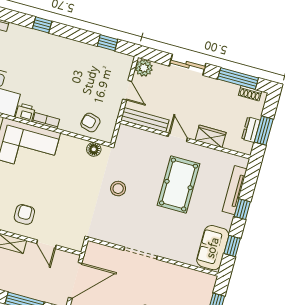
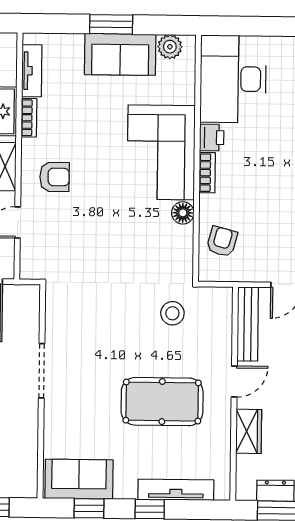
floor lamp: (94, 149) -> (183, 213), moved
stool: (118, 189) -> (172, 313), moved

